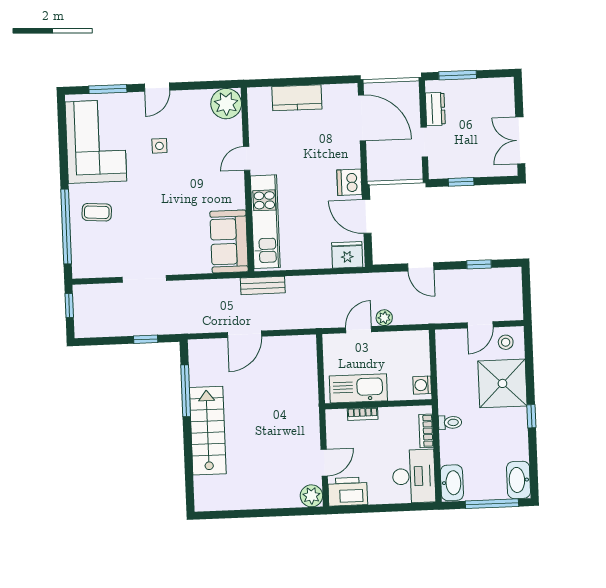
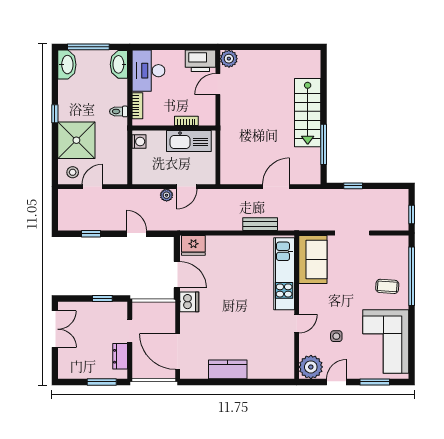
plant: (226, 104) -> (311, 367), moved
door: (247, 158) -> (297, 324), moved
wall: (247, 180) -> (297, 307), moved
kitchen unit: (265, 222) -> (284, 274), moved
sofa: (229, 241) -> (313, 259), moved

